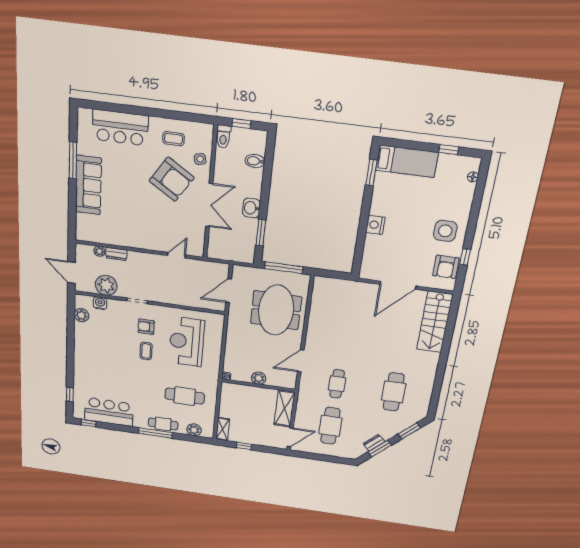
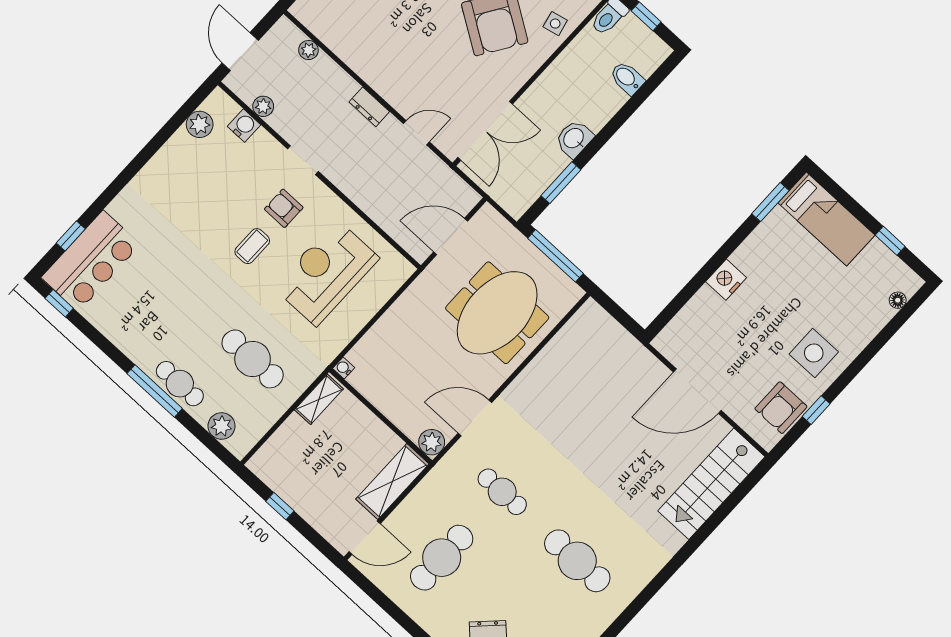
double door: (209, 205) -> (485, 131), moved
dresser: (116, 254) -> (369, 107), moved
plant: (106, 285) -> (263, 106), width x0.53, depth x0.53
plant: (259, 378) -> (432, 442), moved
cafe table: (337, 384) -> (502, 492), turned 90
cafe table: (394, 392) -> (577, 561), turned 90
bar counter: (109, 412) -> (91, 261), moved, turned 90
shelving: (223, 429) -> (319, 399), moved

